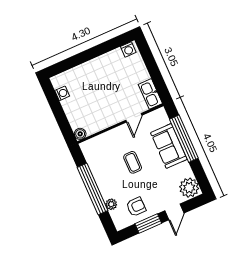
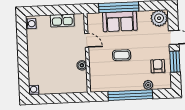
washing machine: (62, 93) -> (34, 90), moved
kitchen sink: (150, 94) -> (62, 20), moved
boiler: (80, 134) -> (82, 65), moved

